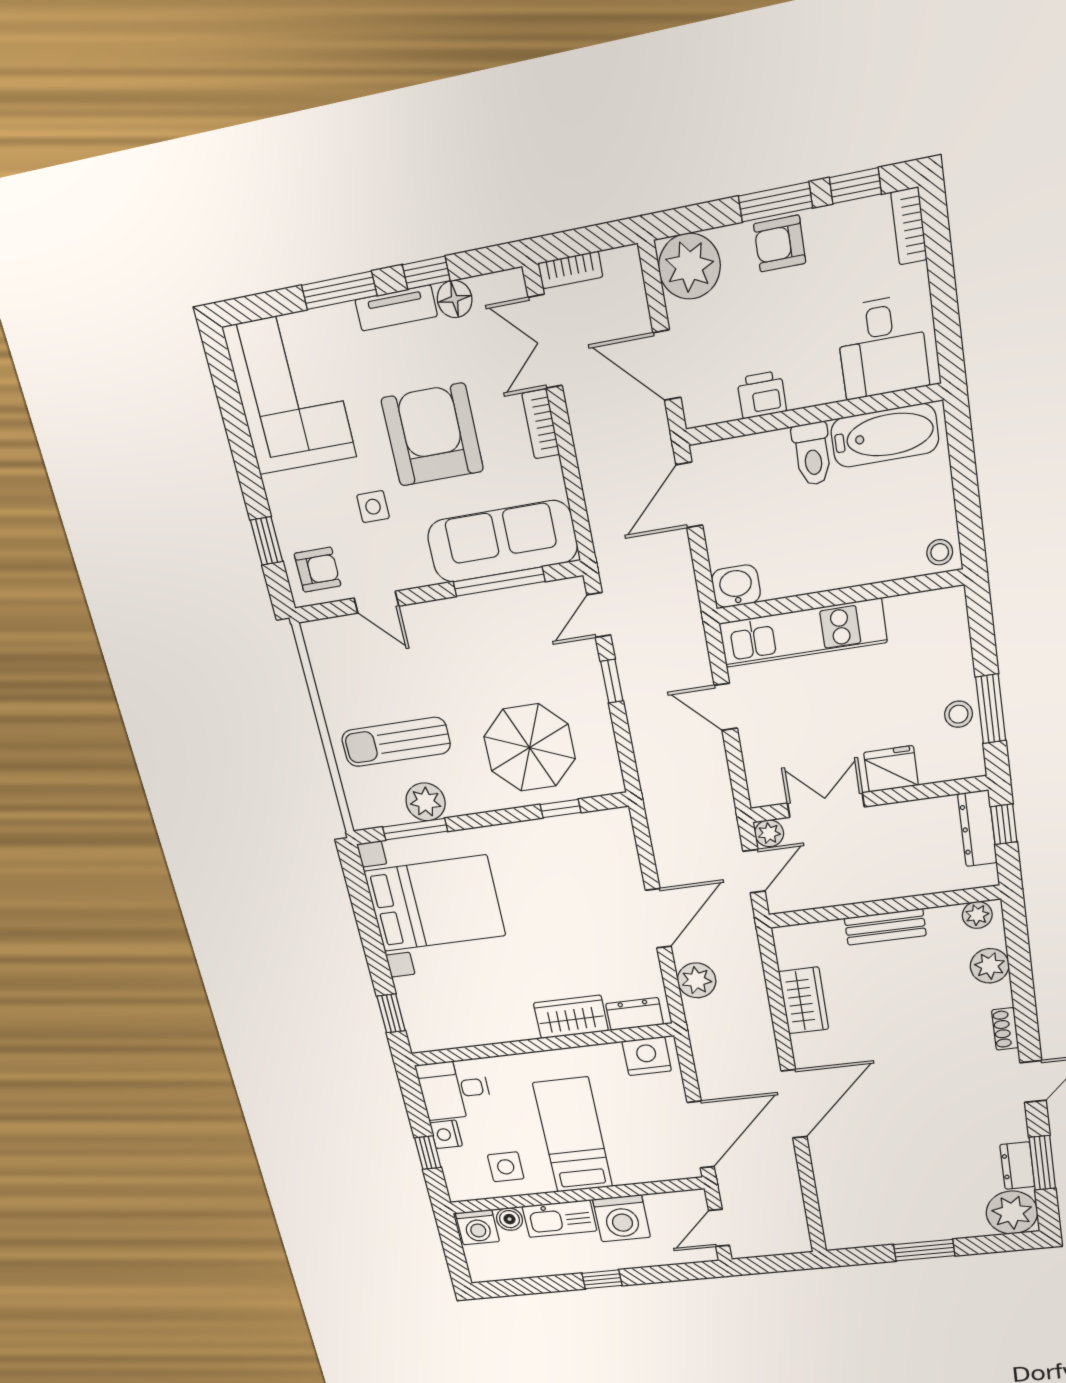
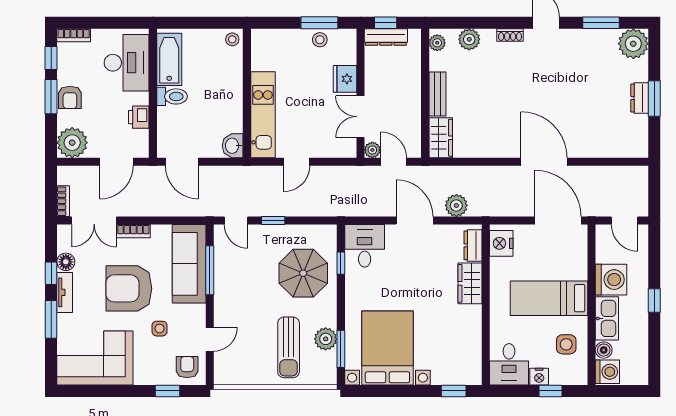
desk: (882, 347) -> (127, 63), width x1.37
desk: (599, 843) -> (365, 246), added
wardrobe: (804, 1000) -> (441, 138), moved, turned 90
dresser: (1017, 1166) -> (640, 98), moved, turned 90

